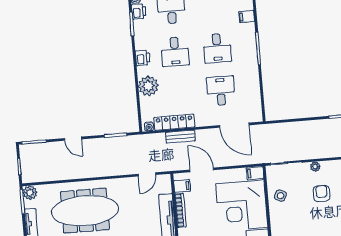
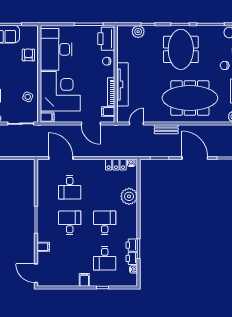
printer: (143, 58) -> (132, 245), moved
locker: (174, 122) -> (116, 165), width x0.66
bench: (180, 137) -> (166, 129), moved
door: (73, 139) -> (195, 158), width x1.88

